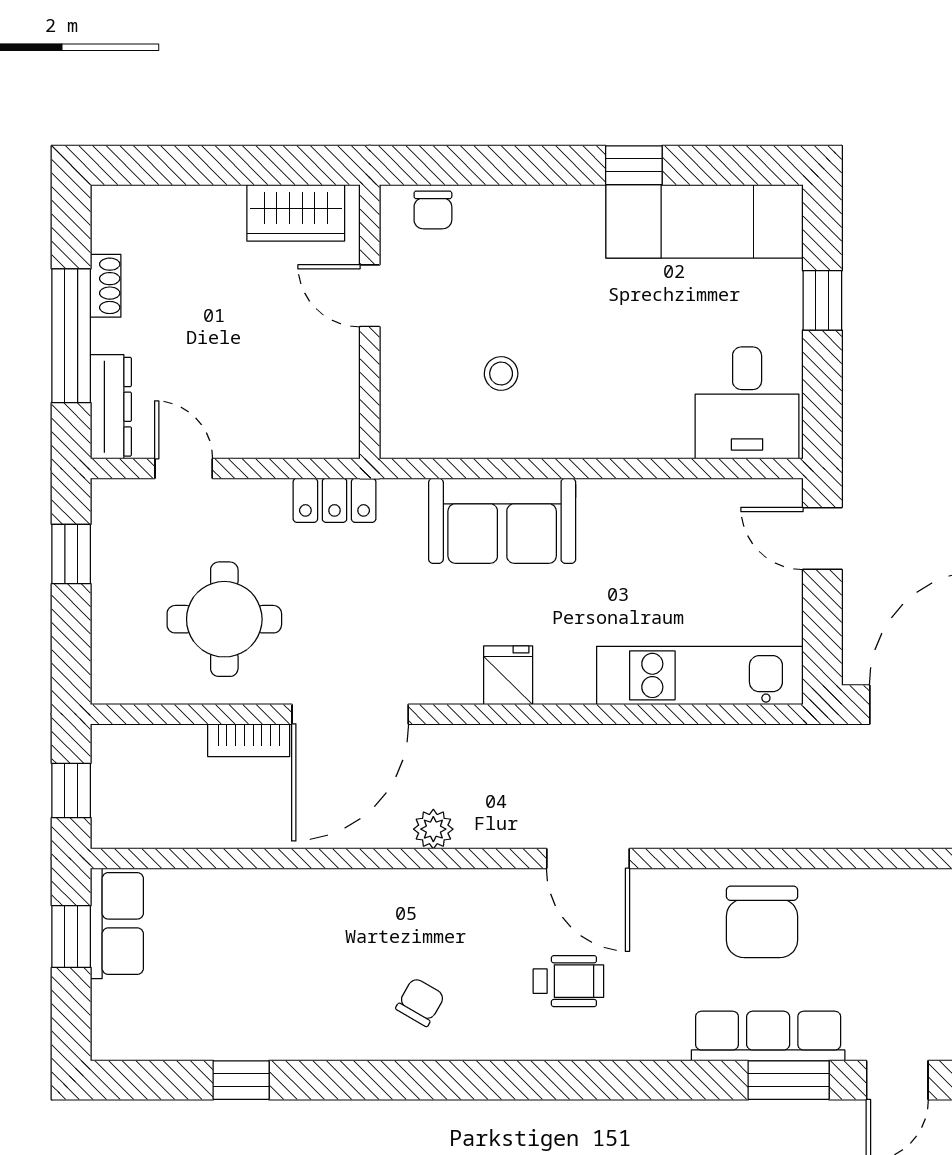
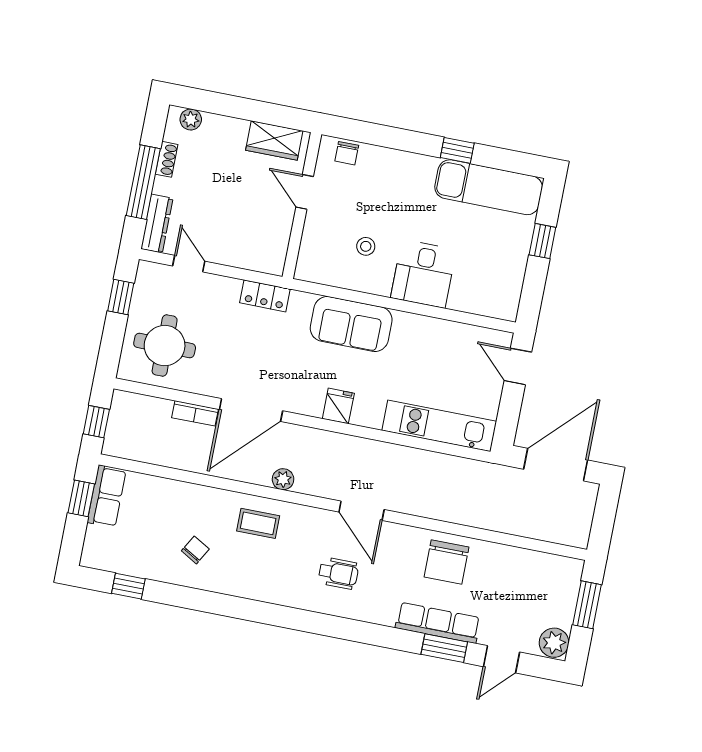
plant: (135, 204) -> (191, 119), added
desk: (747, 403) -> (423, 274), moved
round table: (224, 619) -> (165, 346), moved
coffee table: (404, 919) -> (258, 523), added
chair: (420, 1002) -> (195, 550), moved
window: (241, 1080) -> (128, 586), moved

